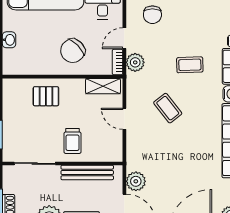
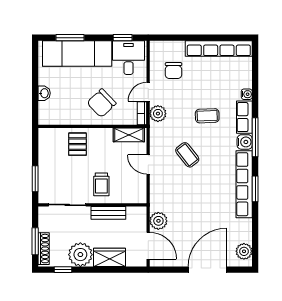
pallet: (46, 96) -> (77, 144), turned 90
bench: (87, 172) -> (108, 213), width x0.73

